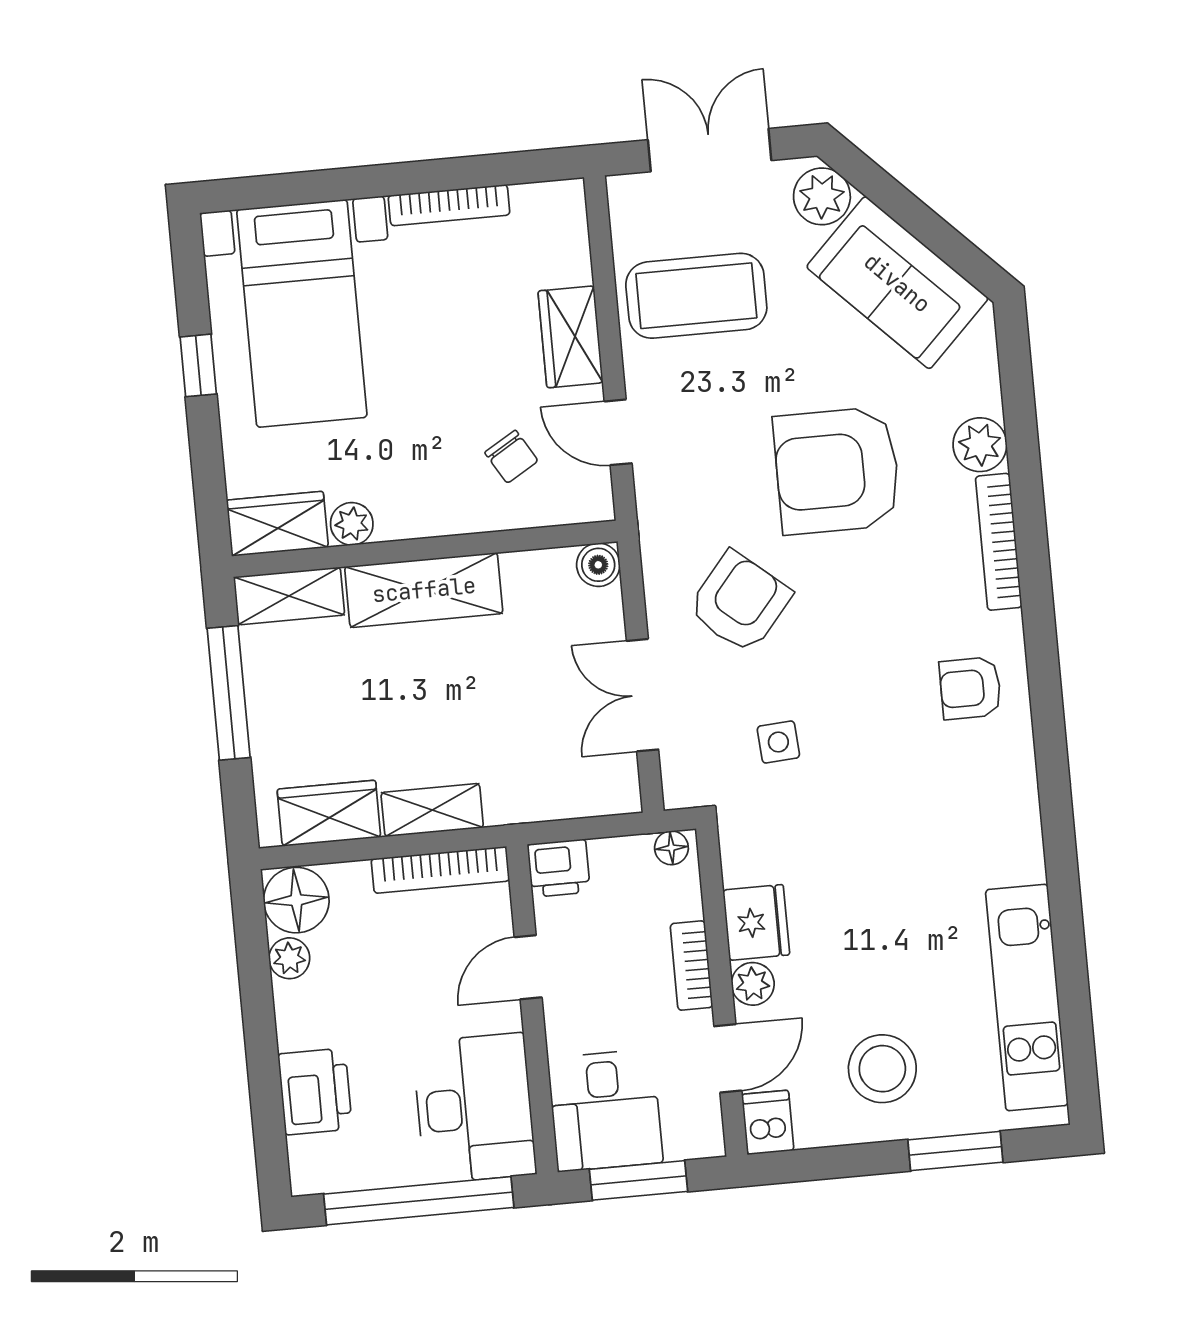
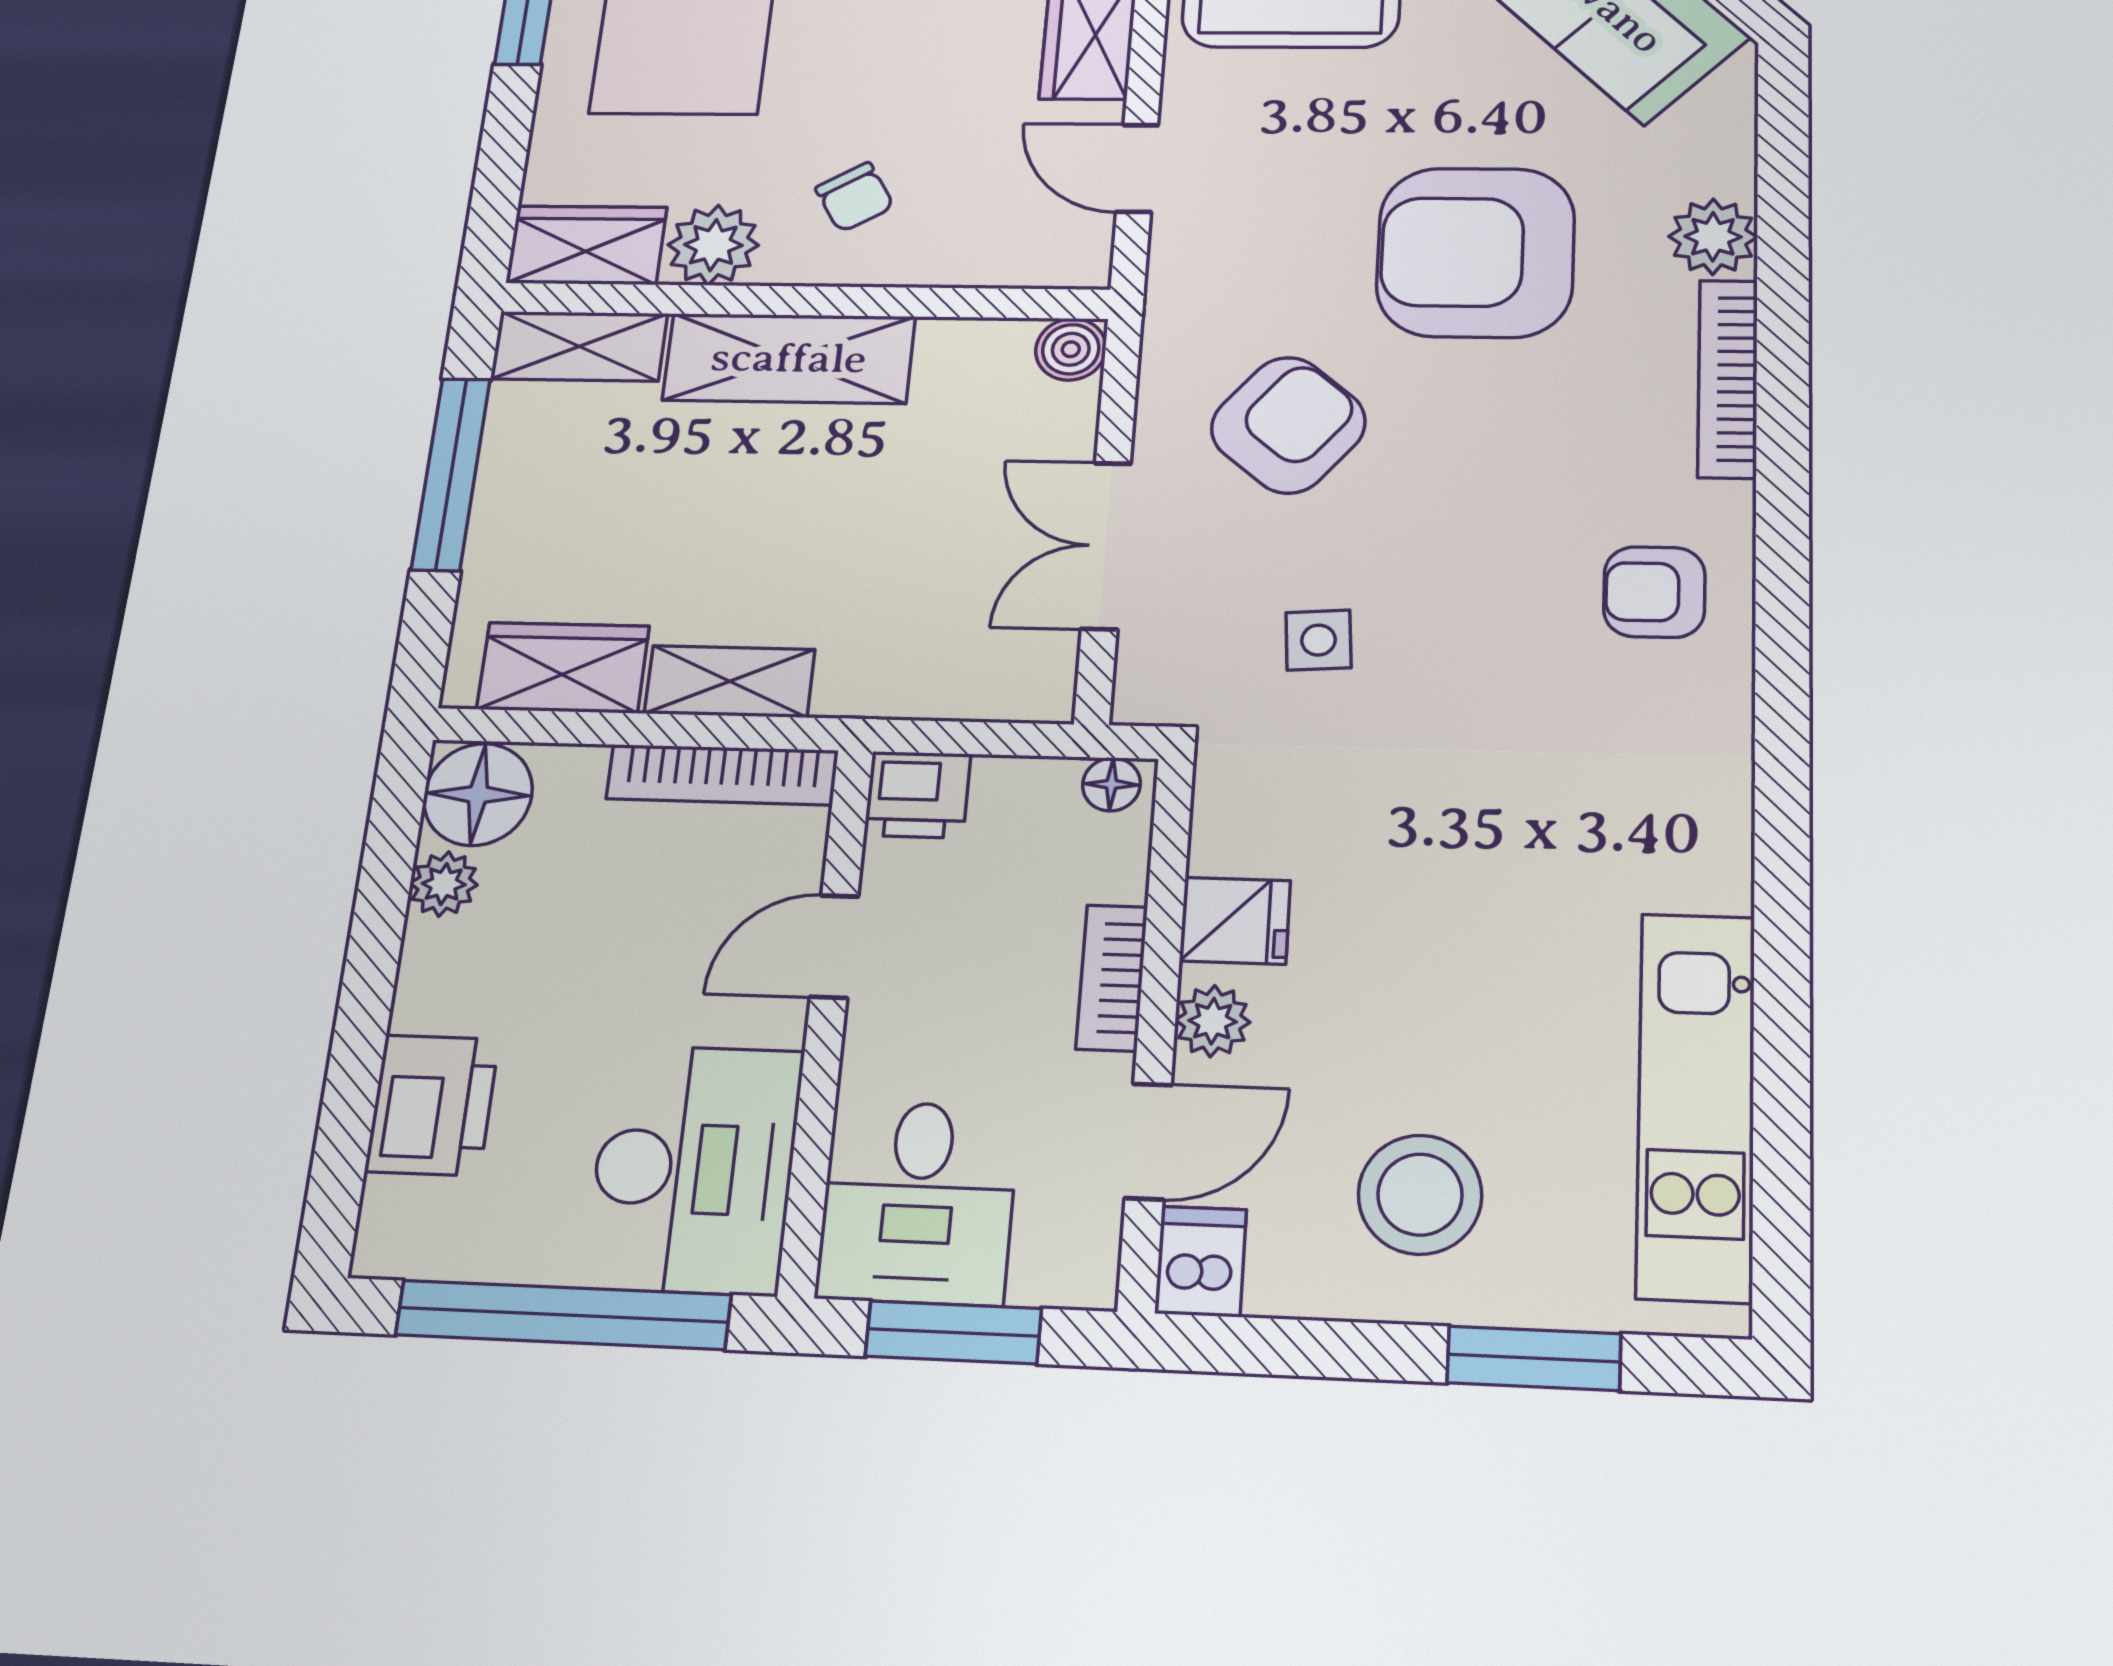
chair: (511, 457) -> (855, 197), moved
plant: (352, 524) -> (713, 245), width x1.38, depth x1.38
fridge: (756, 922) -> (1235, 921), width x0.72

